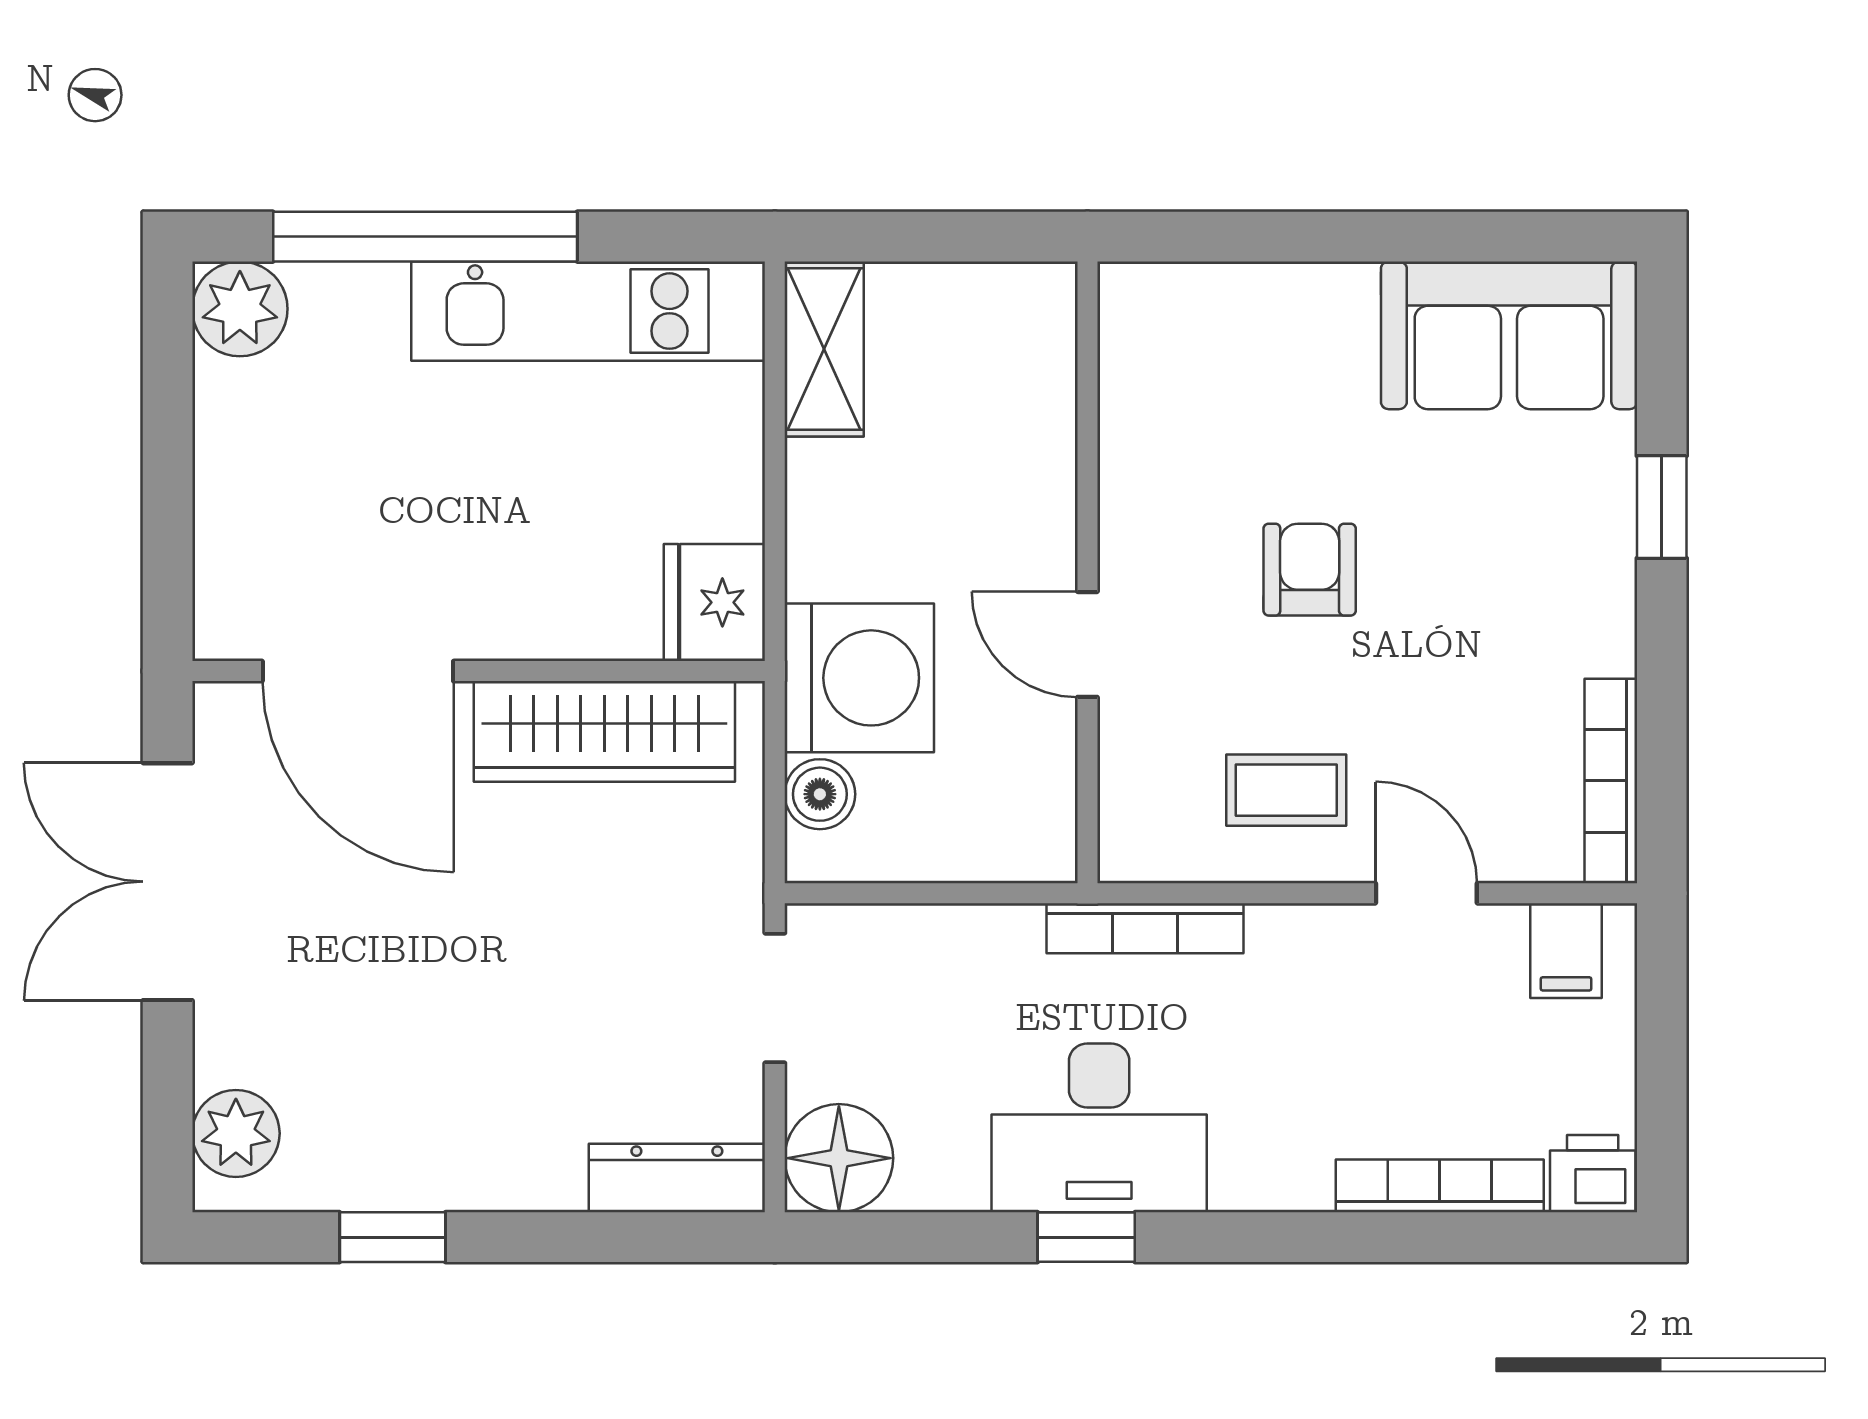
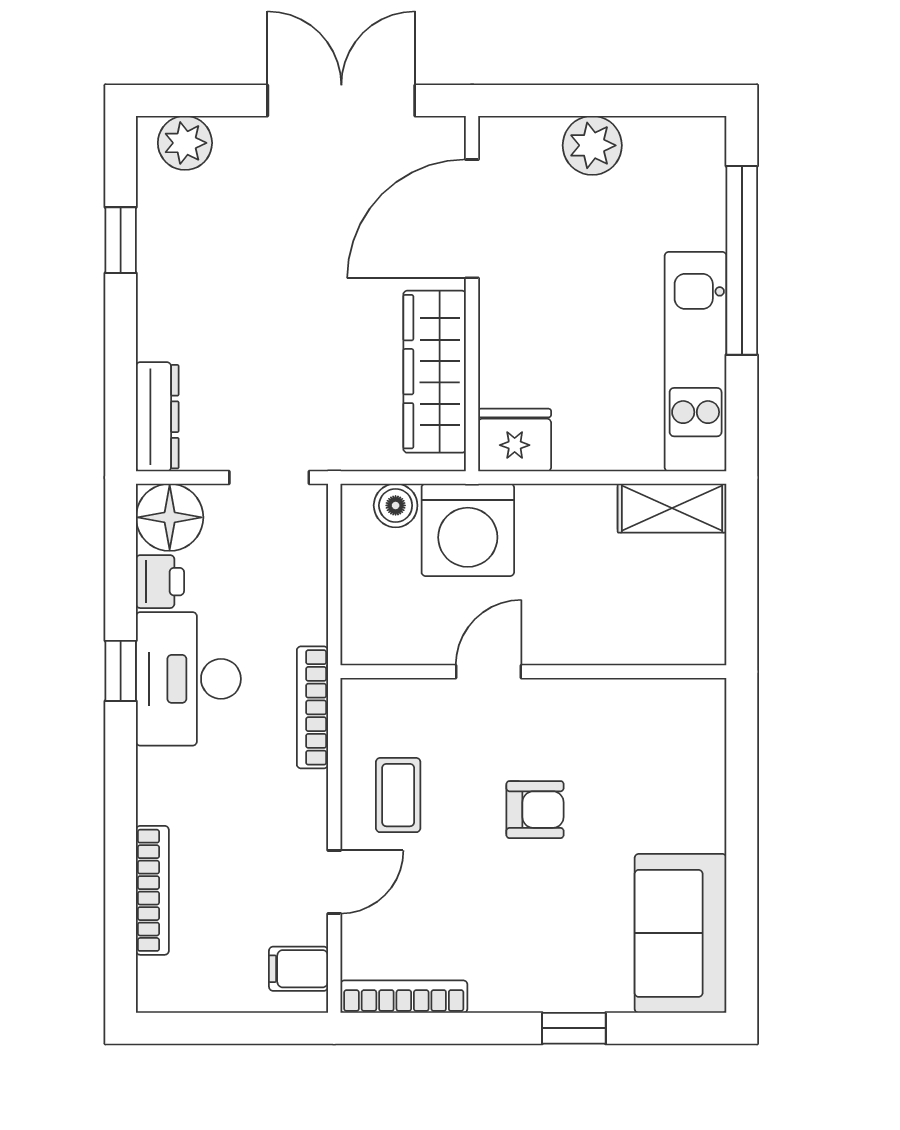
plant: (240, 309) -> (592, 145), moved
printer: (1593, 1174) -> (160, 582), moved

